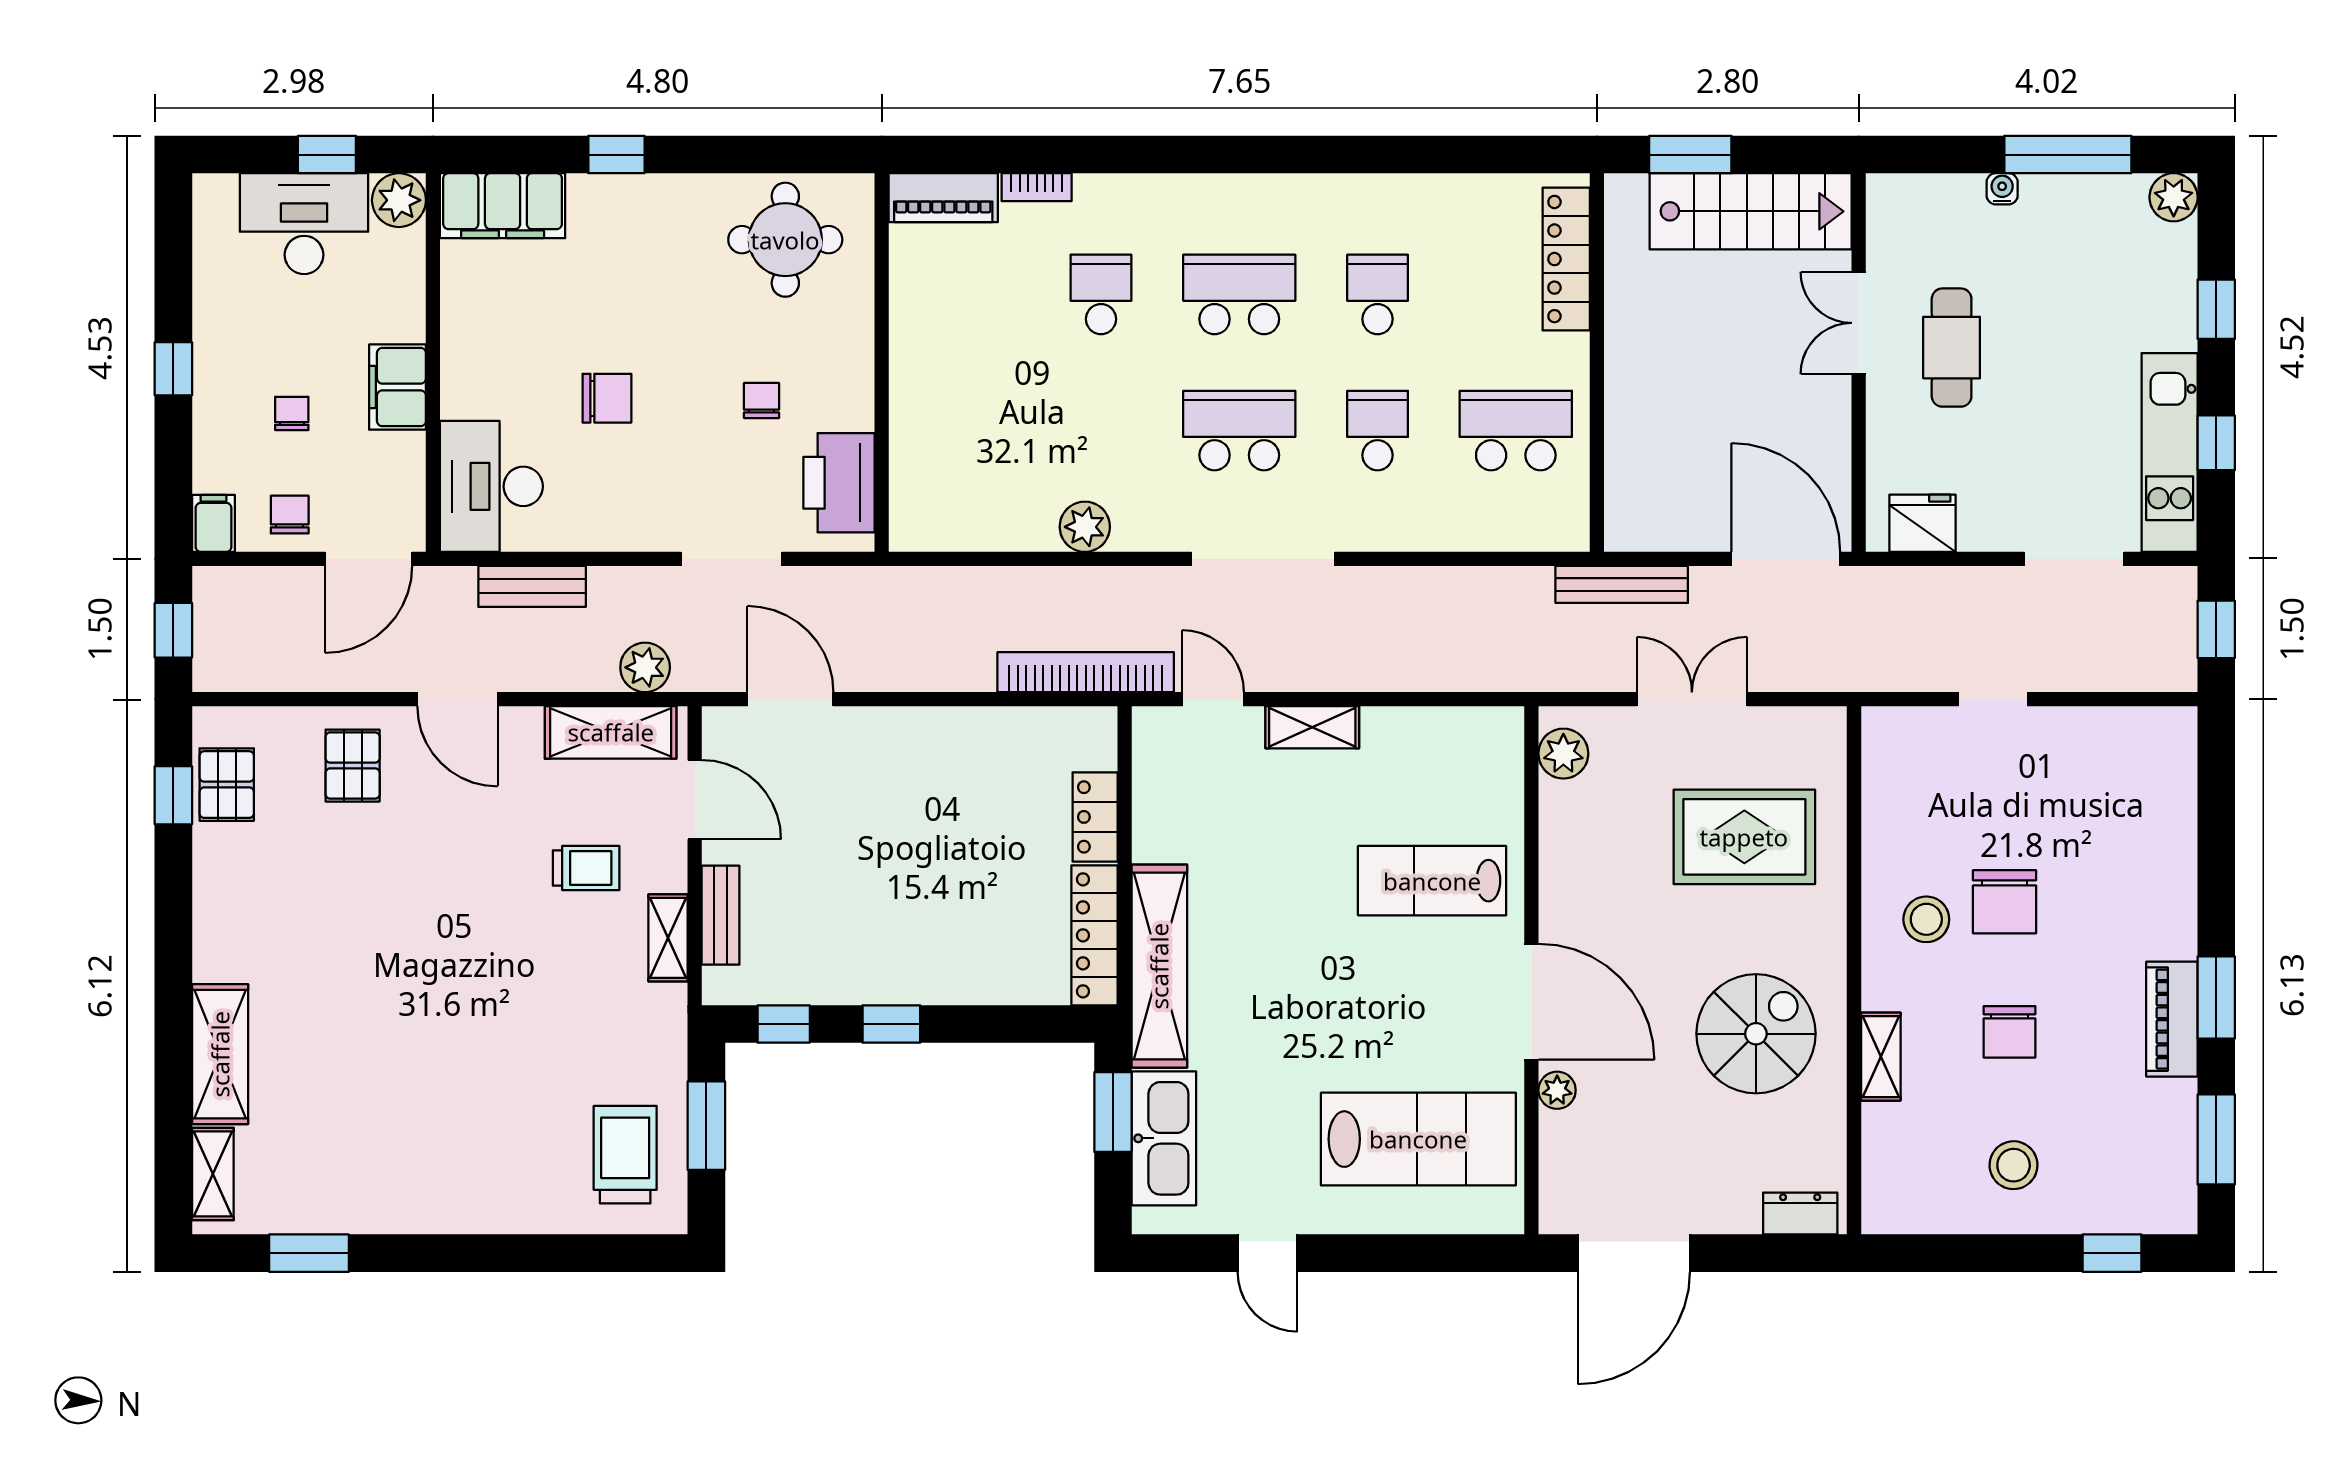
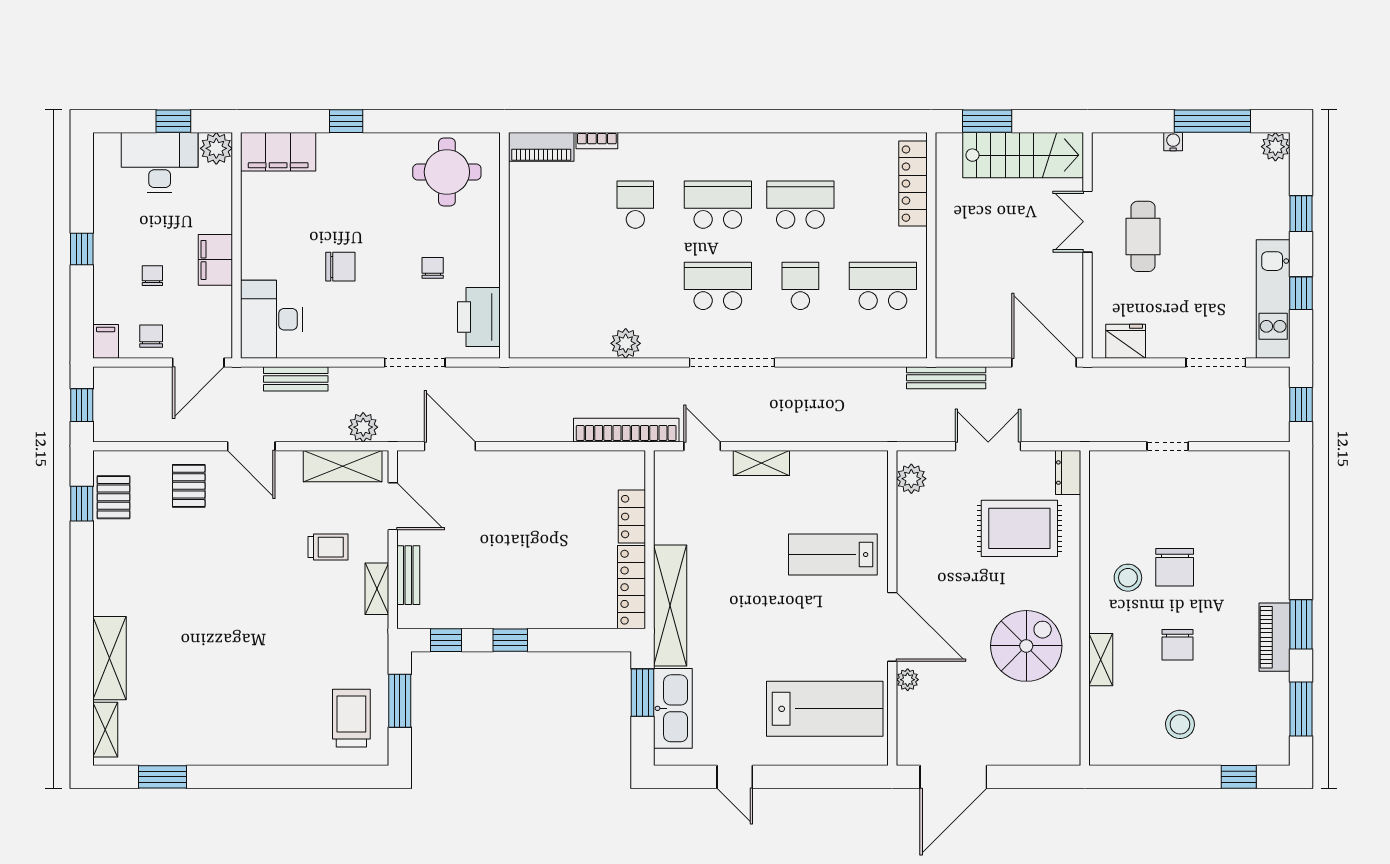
school desk: (1378, 294) -> (800, 205), width x1.85
dresser: (1800, 1213) -> (1068, 473), moved, turned -90

